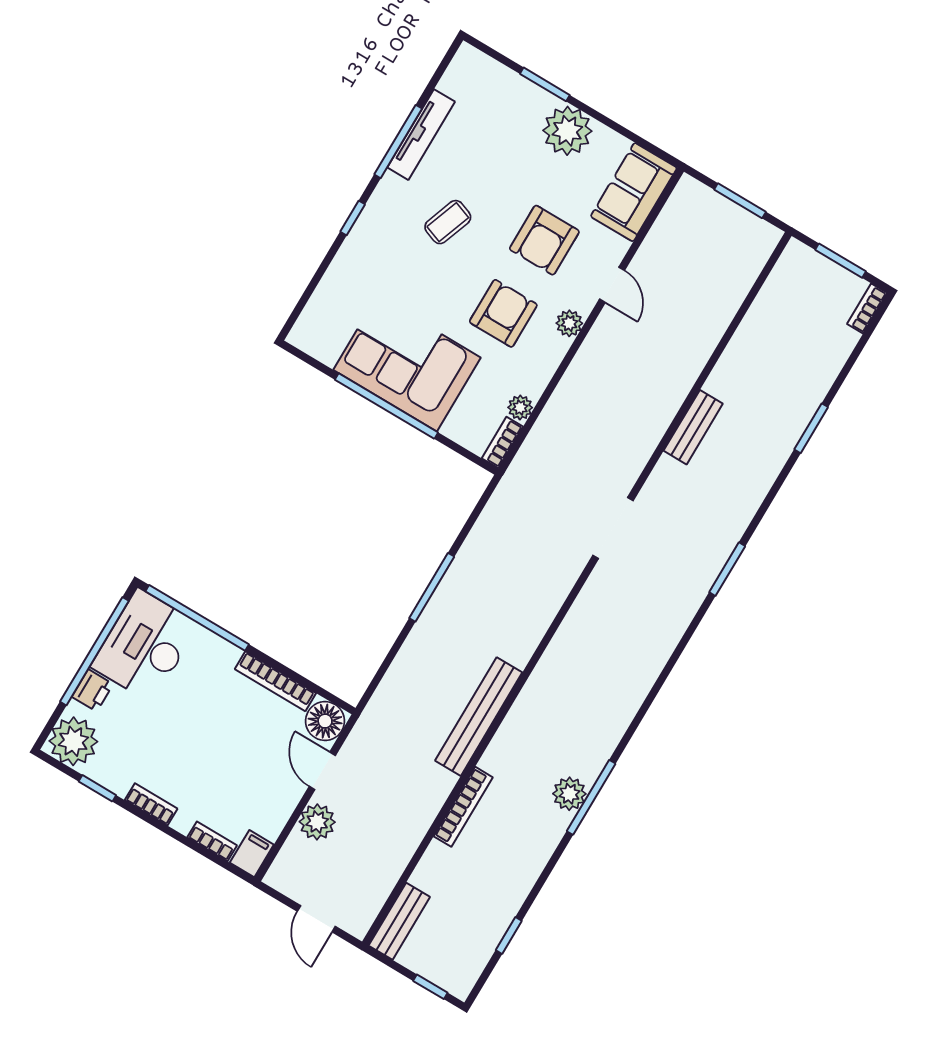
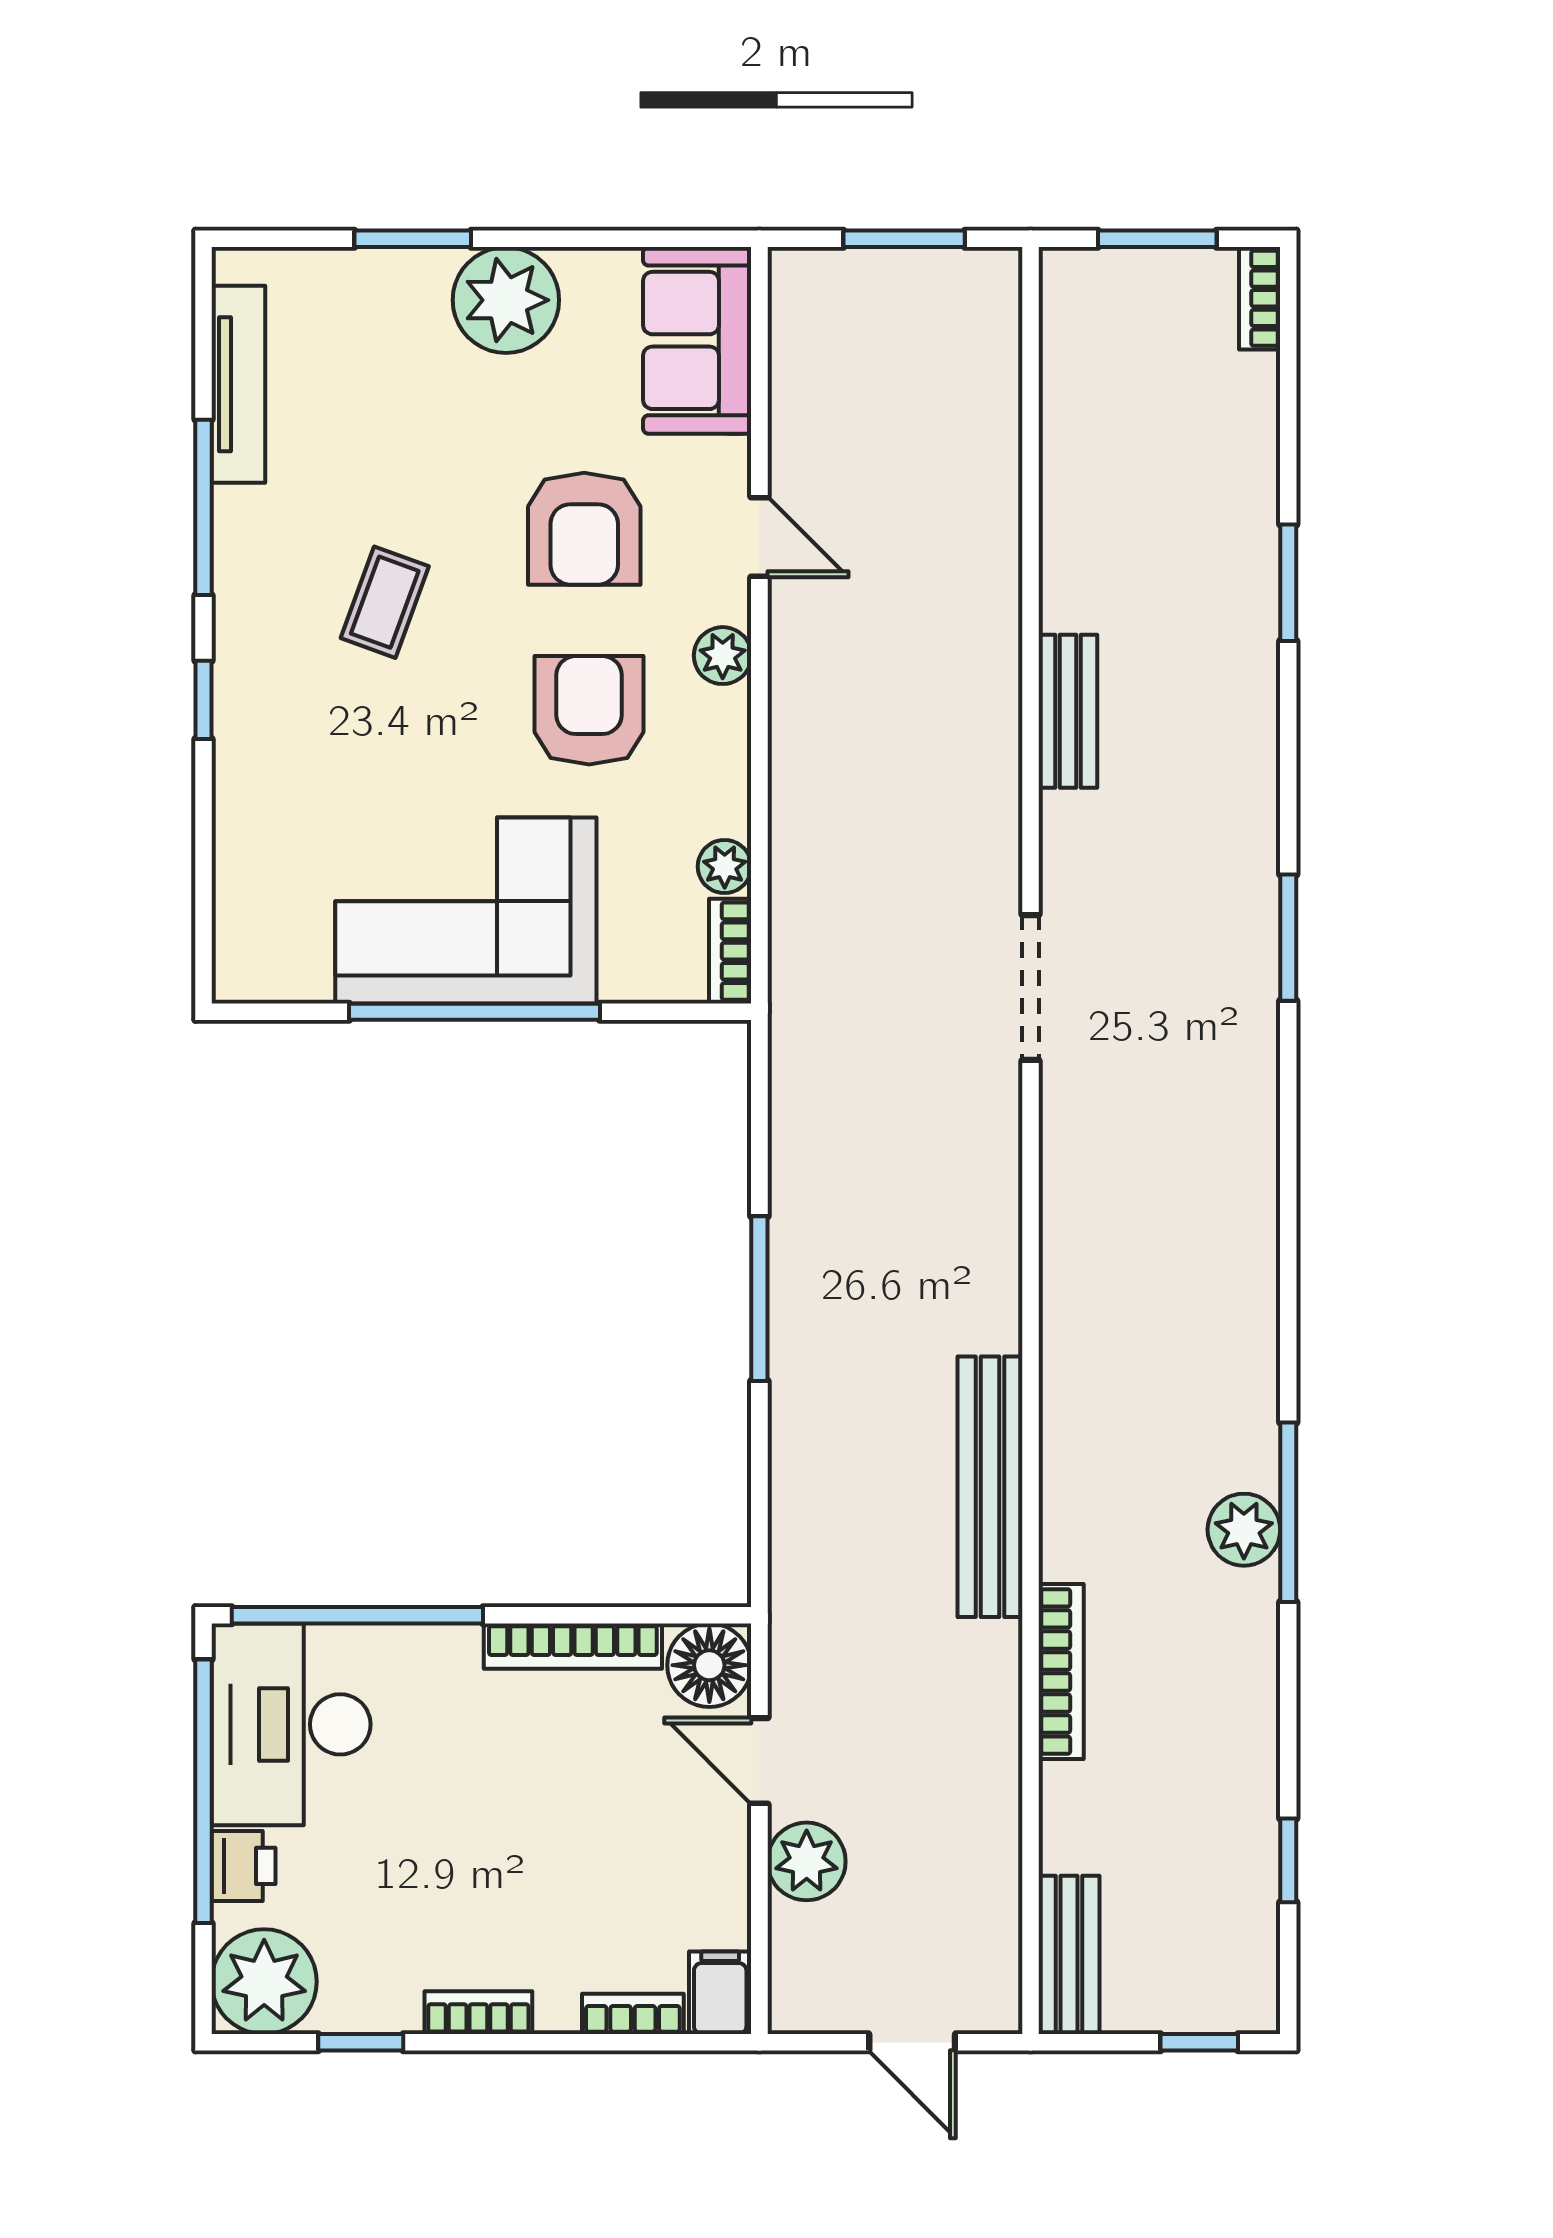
tv unit: (421, 135) -> (238, 384), moved

